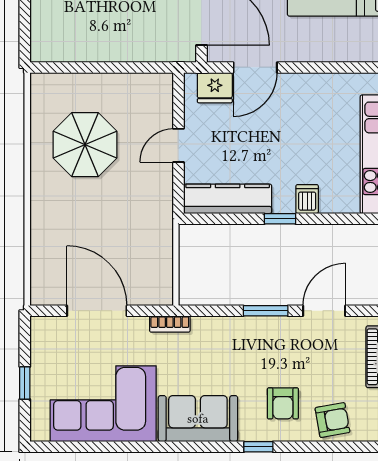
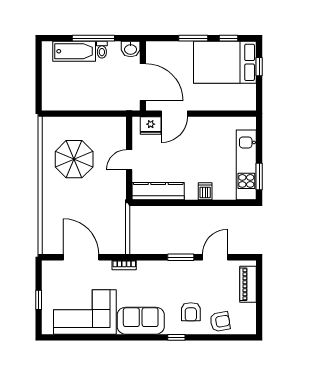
window: (280, 219) -> (189, 203), removed

